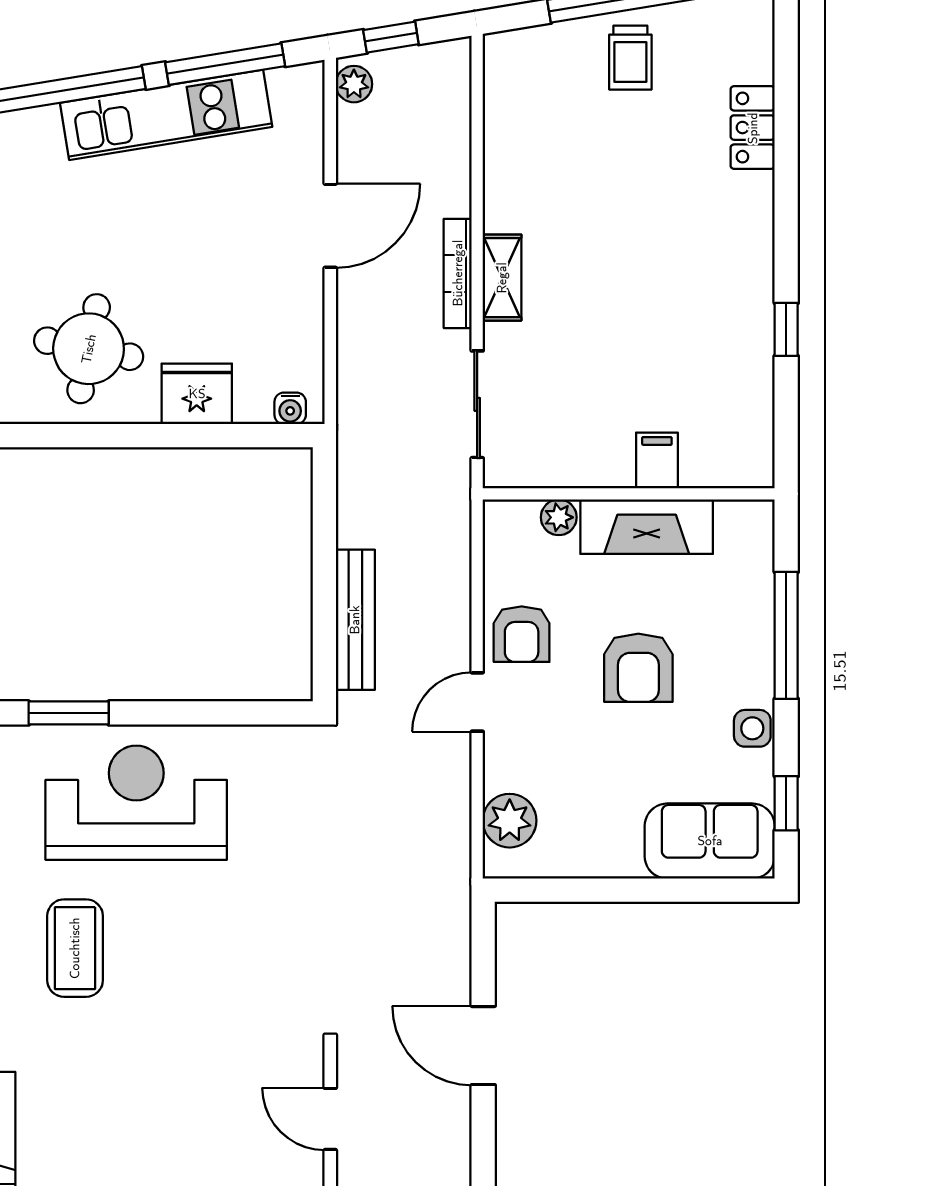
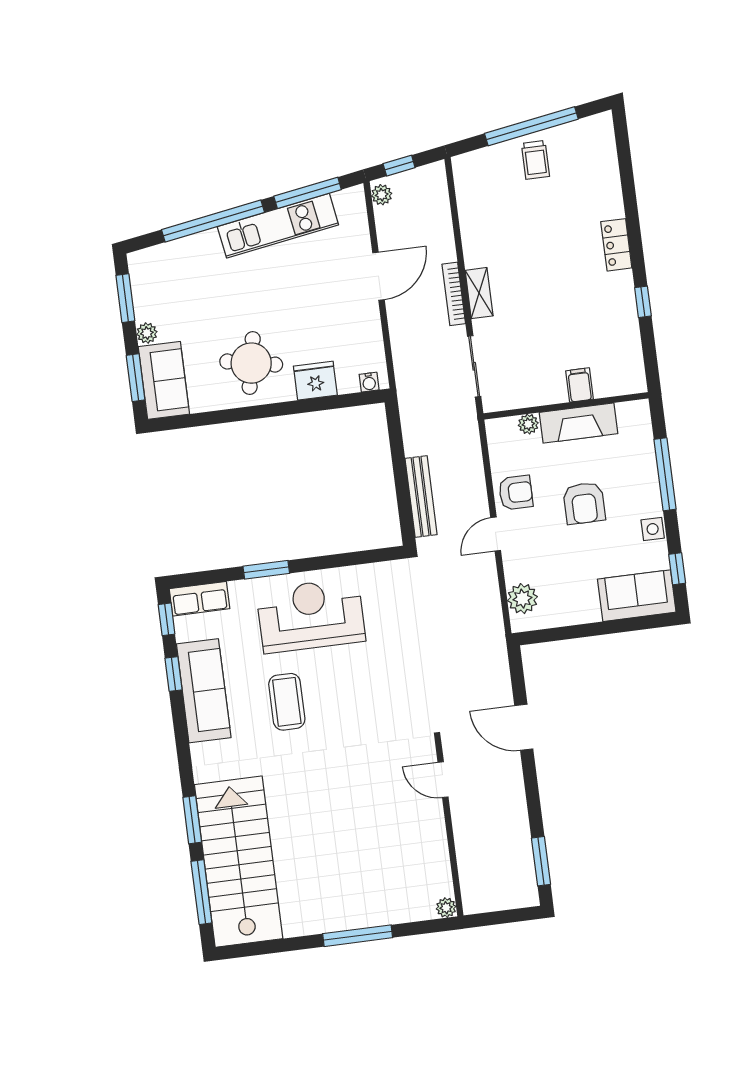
locker: (753, 128) -> (616, 245), moved
armchair: (522, 634) -> (516, 493), turned -90

